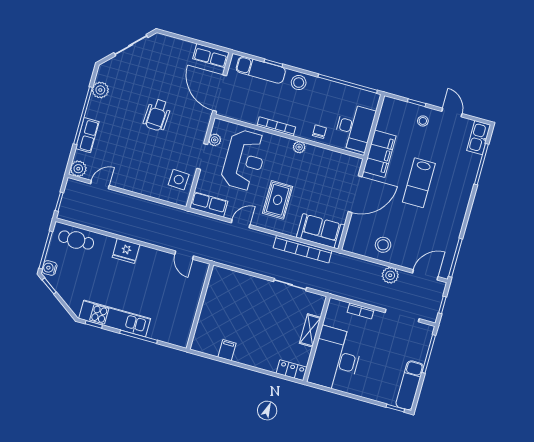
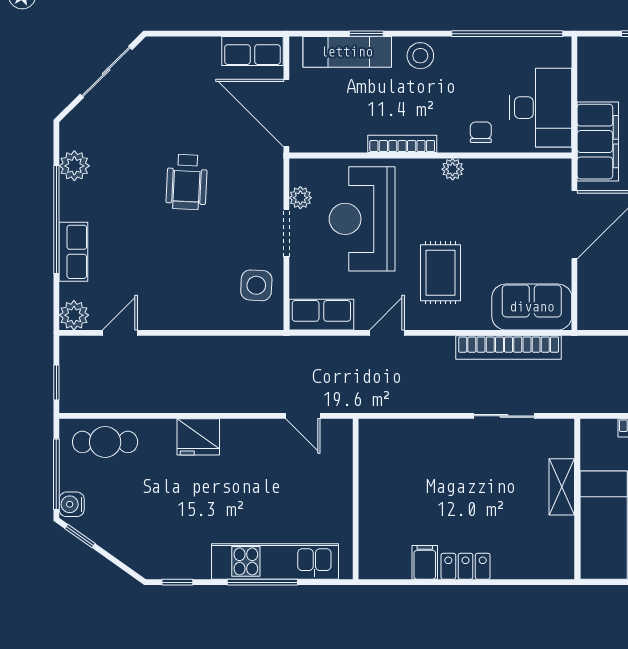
reception desk: (244, 160) -> (362, 219), turned 180
kitchen unit: (115, 318) -> (275, 561), moved
locker: (292, 370) -> (466, 566), moved

